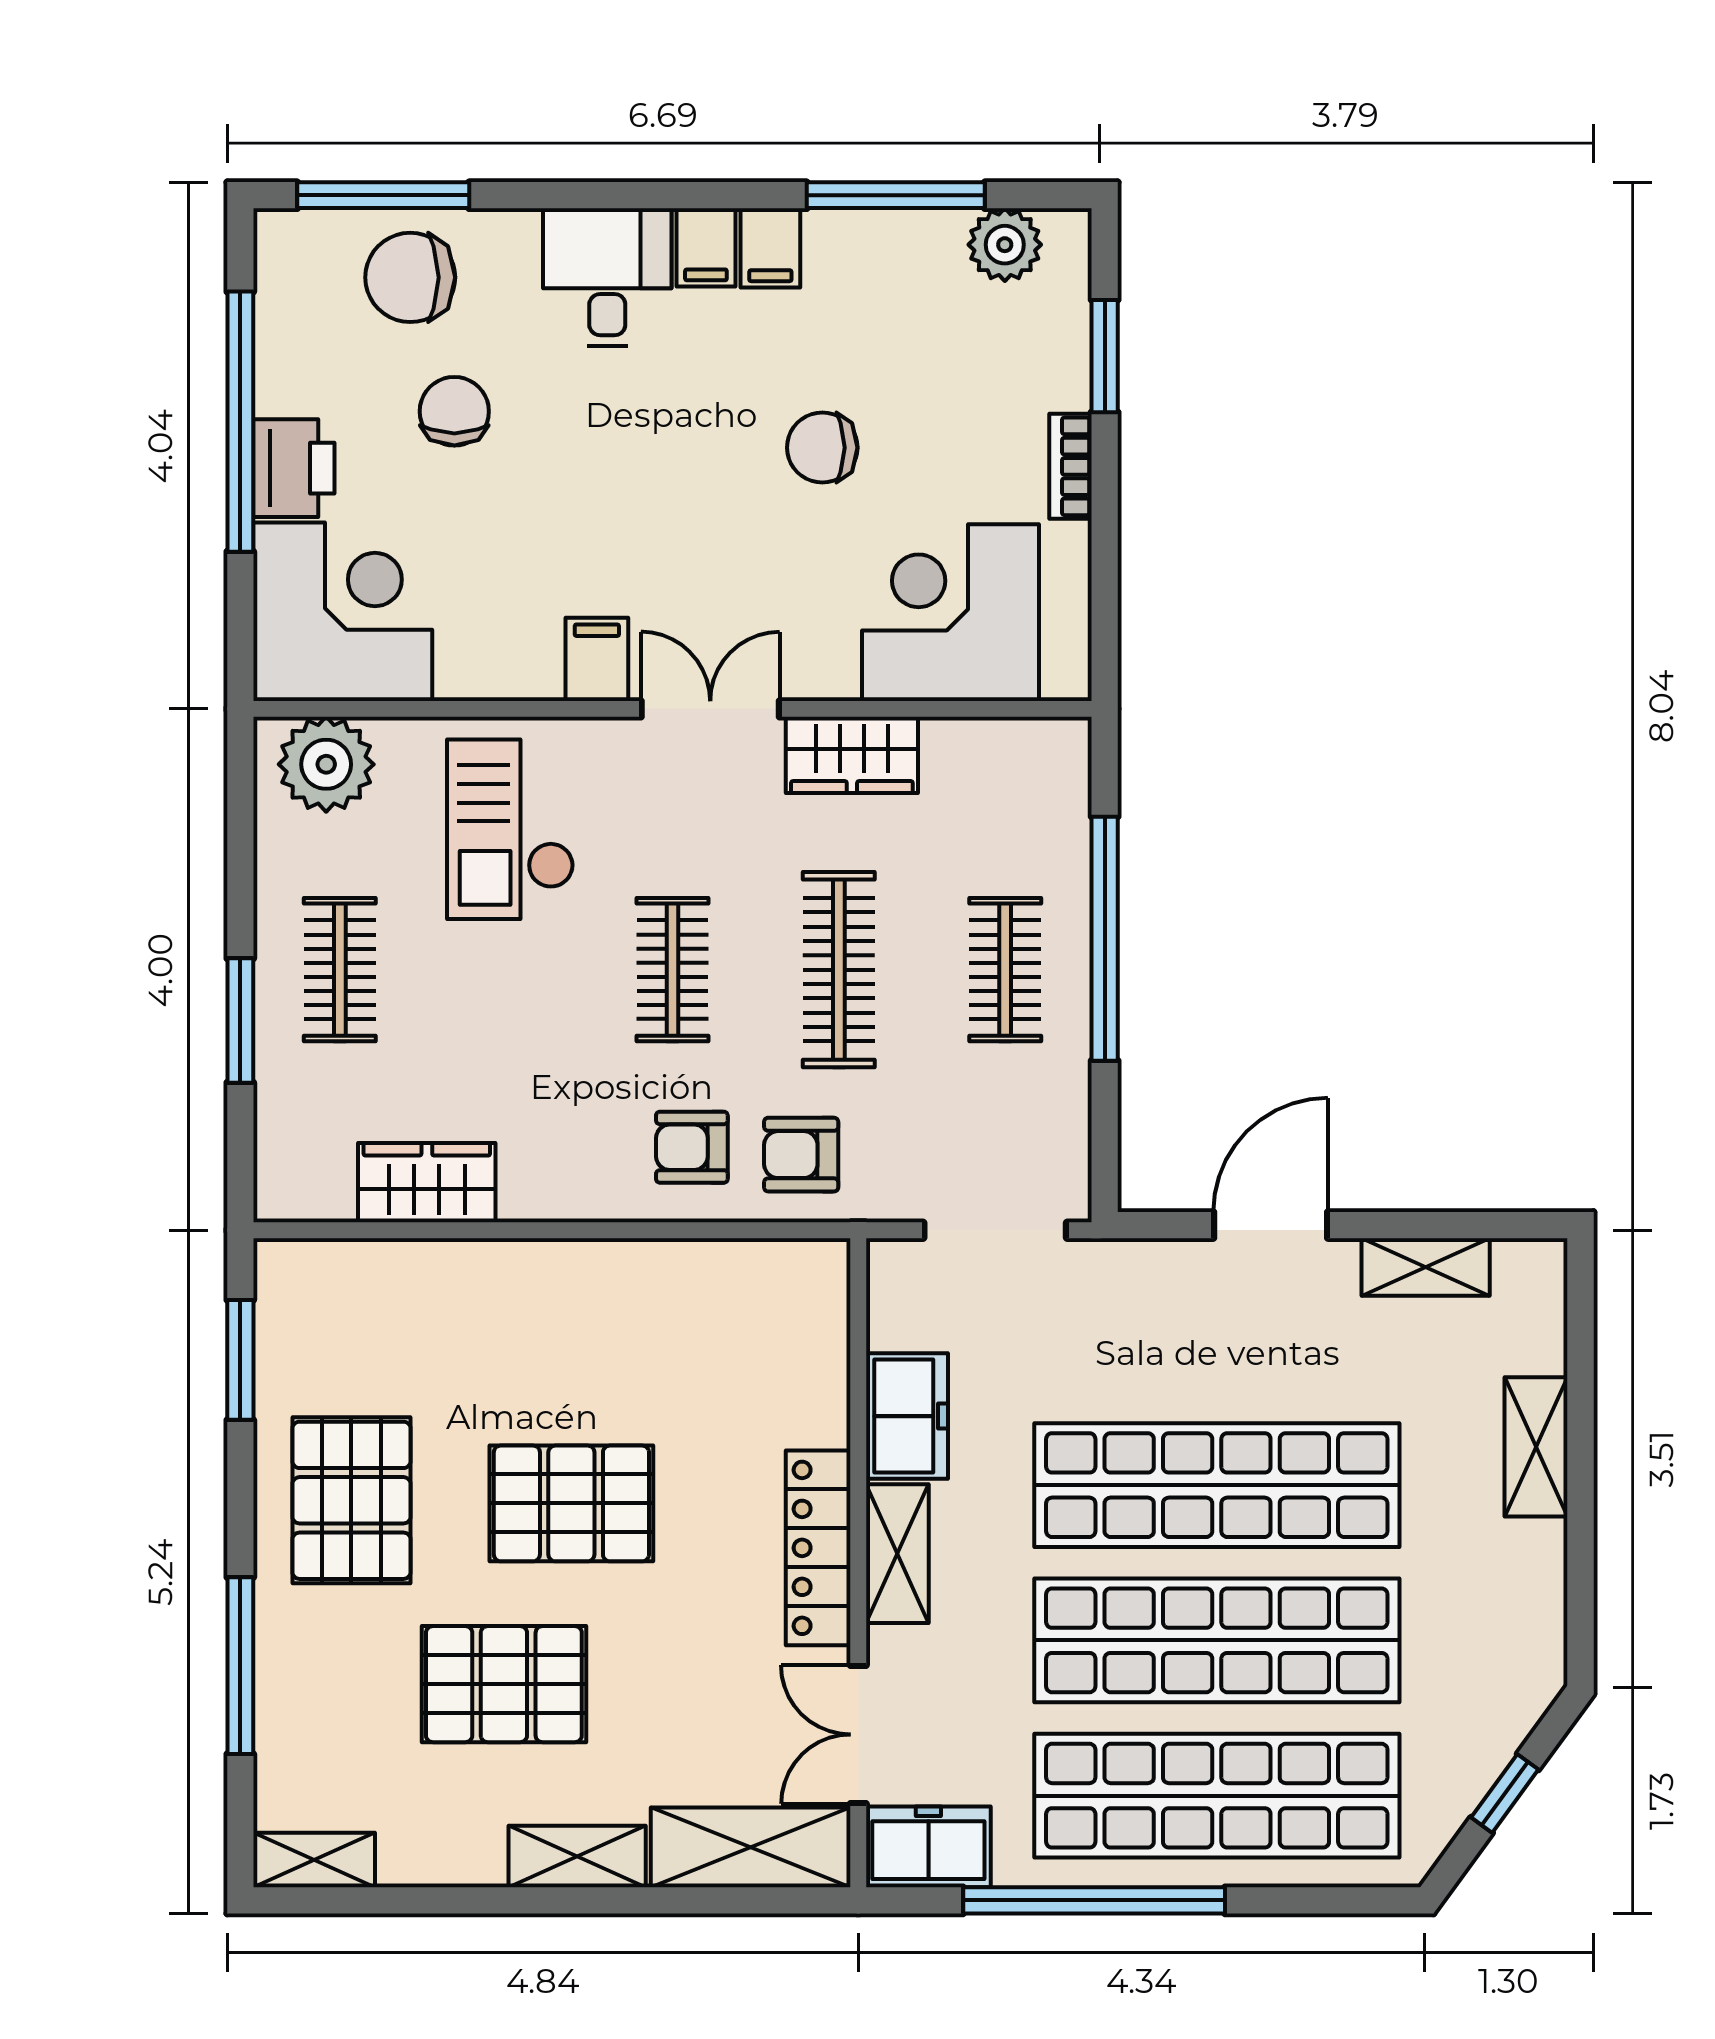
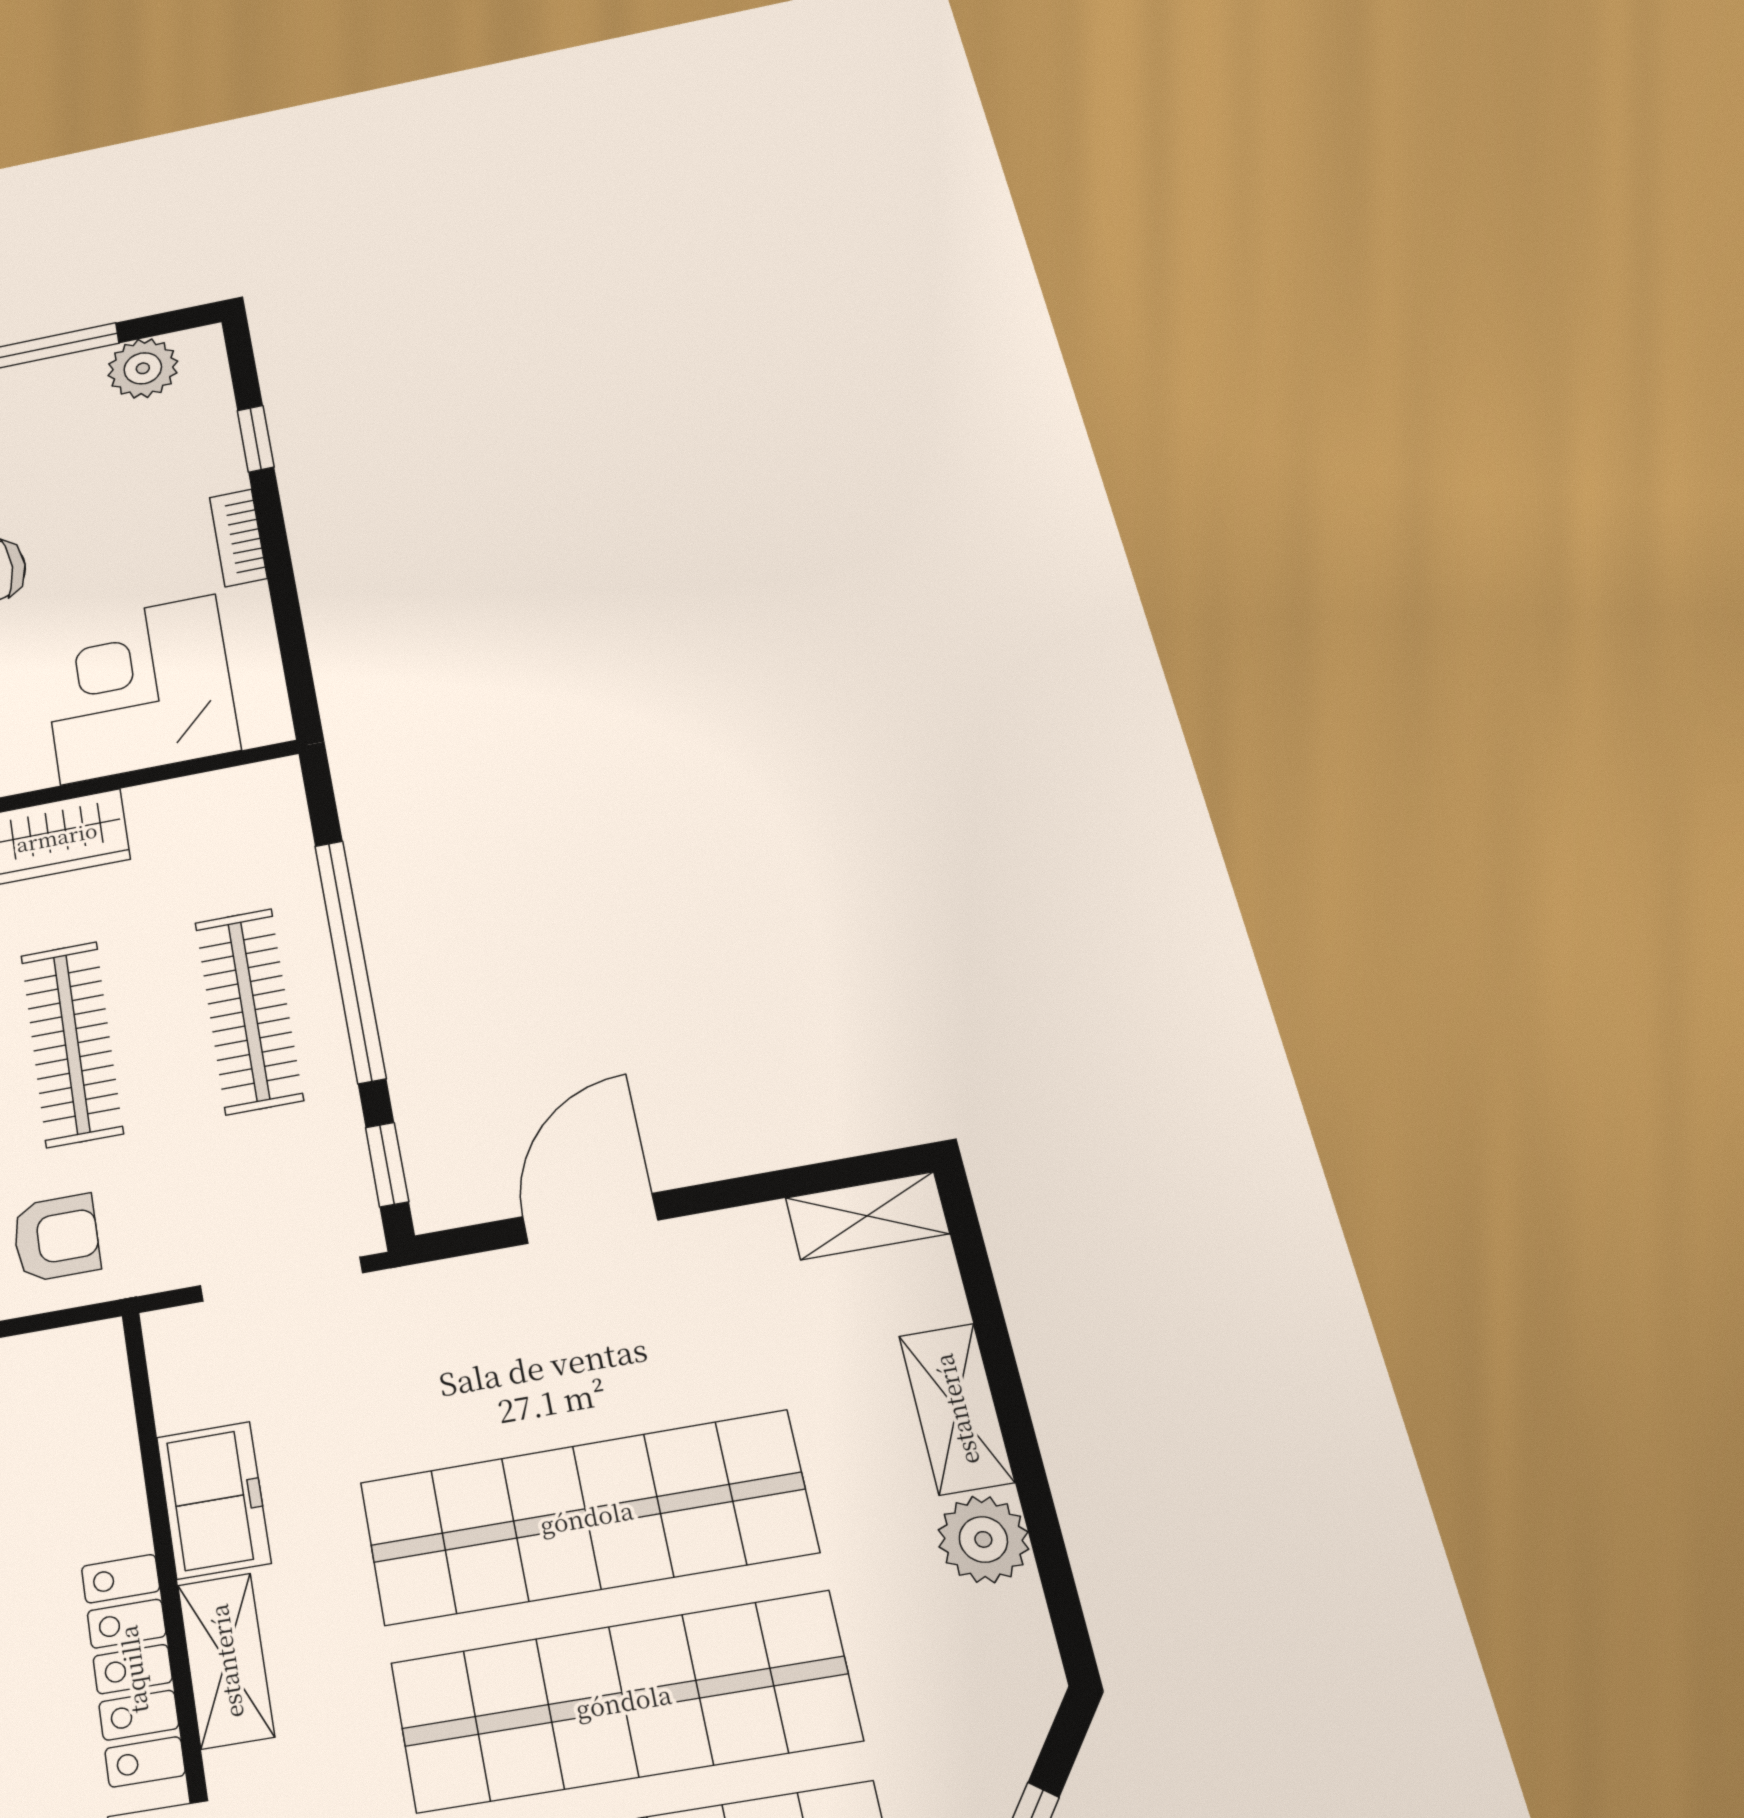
window: (1105, 356) -> (256, 439), width x0.67
clothes rail: (1005, 970) -> (249, 1011), width x1.36
window: (1105, 1142) -> (387, 1165), added
armchair: (801, 1155) -> (56, 1238), turned 180
shelving: (1426, 1267) -> (867, 1216), moved
plant: (1531, 1558) -> (983, 1539), added

